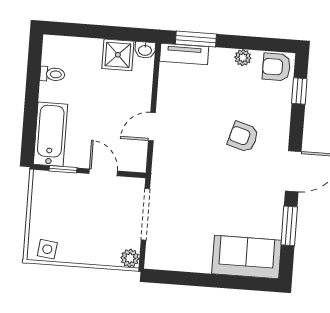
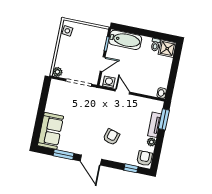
tv unit: (184, 54) -> (155, 125), moved
shower: (118, 55) -> (167, 49), moved
washing machine: (137, 156) -> (109, 82), added

